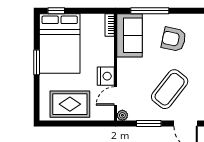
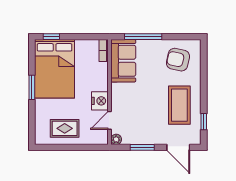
armchair: (174, 39) -> (178, 60), moved
coffee table: (170, 89) -> (179, 105), moved, turned -38
rug: (70, 104) -> (65, 128), width x0.73, depth x0.70

